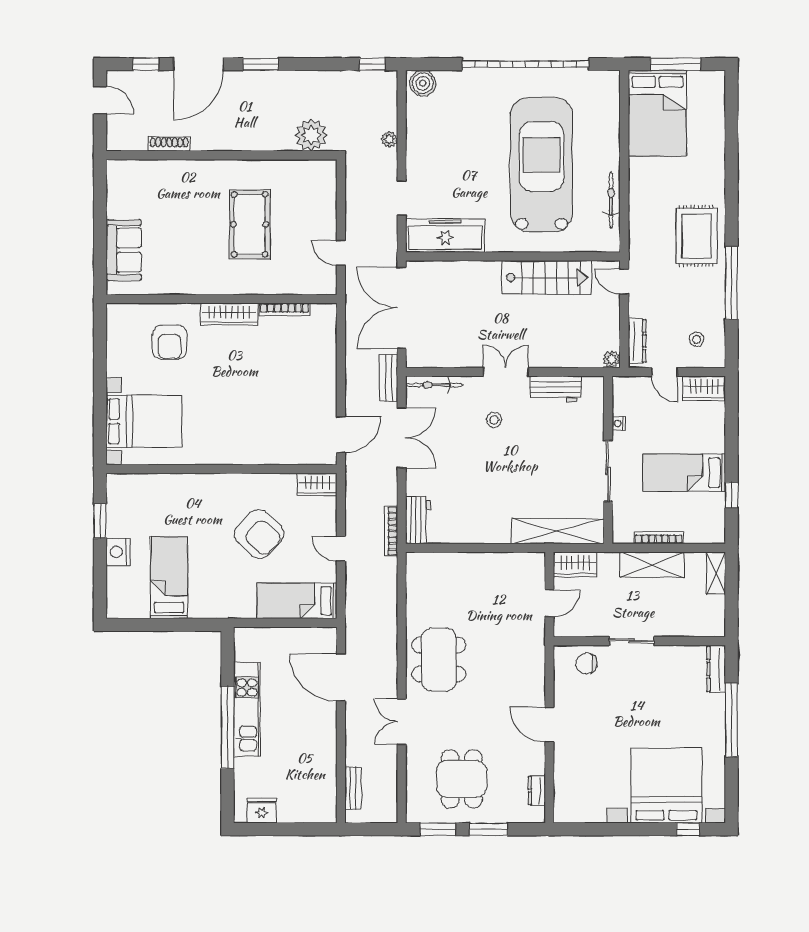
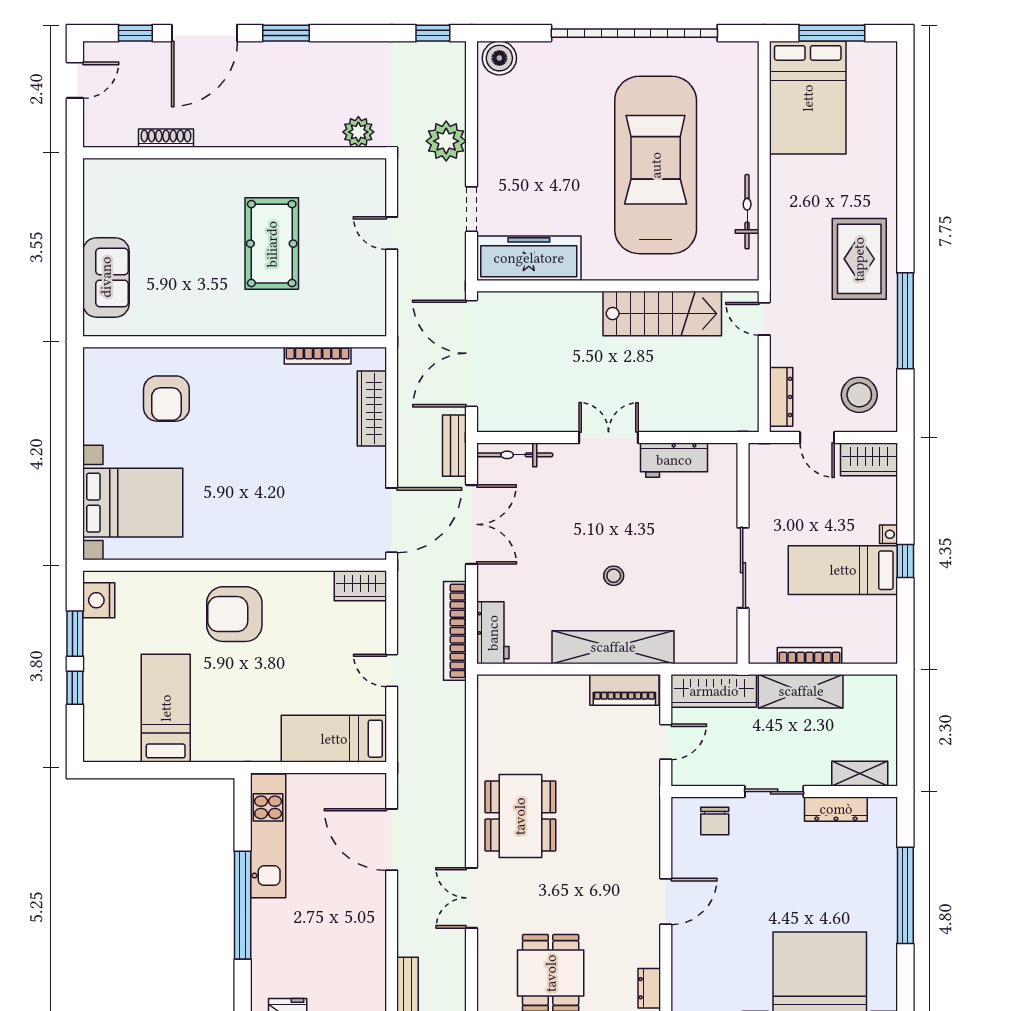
door: (100, 100) -> (75, 80), hinge flipped
plant: (311, 135) -> (358, 132), width x0.73, depth x0.73
plant: (389, 139) -> (446, 141), width x1.87, depth x1.87
door: (341, 253) -> (392, 233), moved
wardrobe: (229, 314) -> (372, 409), moved, turned 90
stool: (696, 339) -> (859, 395), width x1.89, depth x1.89
plant: (612, 359) -> (748, 421), removed
stool: (494, 420) -> (614, 576), moved
nightstand: (619, 423) -> (888, 534), moved, turned 180
door: (341, 435) -> (392, 520), width x1.36
window: (731, 495) -> (905, 561), moved
bookcase: (391, 531) -> (455, 631), width x1.48, depth x1.31
shelving: (558, 531) -> (613, 647), moved
armchair: (259, 534) -> (234, 614), moved, turned 137
nightstand: (118, 552) -> (99, 600), moved
window: (100, 562) -> (75, 688), added
piano: (518, 564) -> (624, 690), added
wardrobe: (575, 564) -> (714, 691), width x1.50
shelving: (716, 573) -> (860, 774), moved, turned 90
chair: (587, 663) -> (715, 821), turned -90
dresser: (716, 669) -> (836, 809), moved, turned -90
kitchen unit: (247, 709) -> (268, 836), moved
door: (549, 725) -> (666, 901), swing flipped

